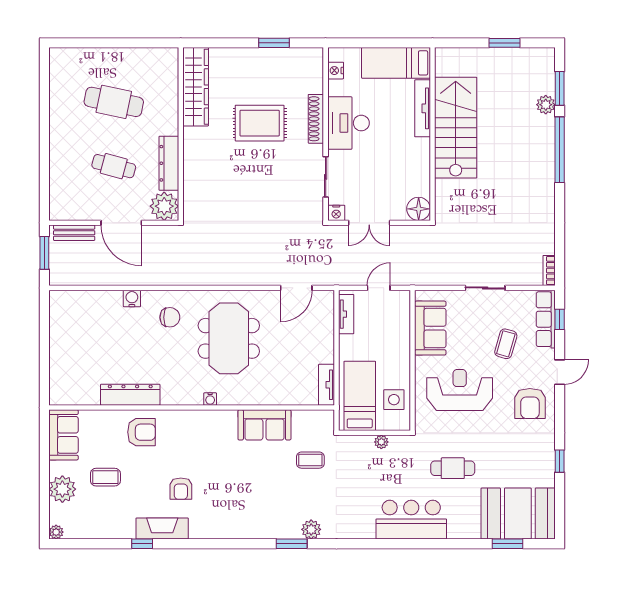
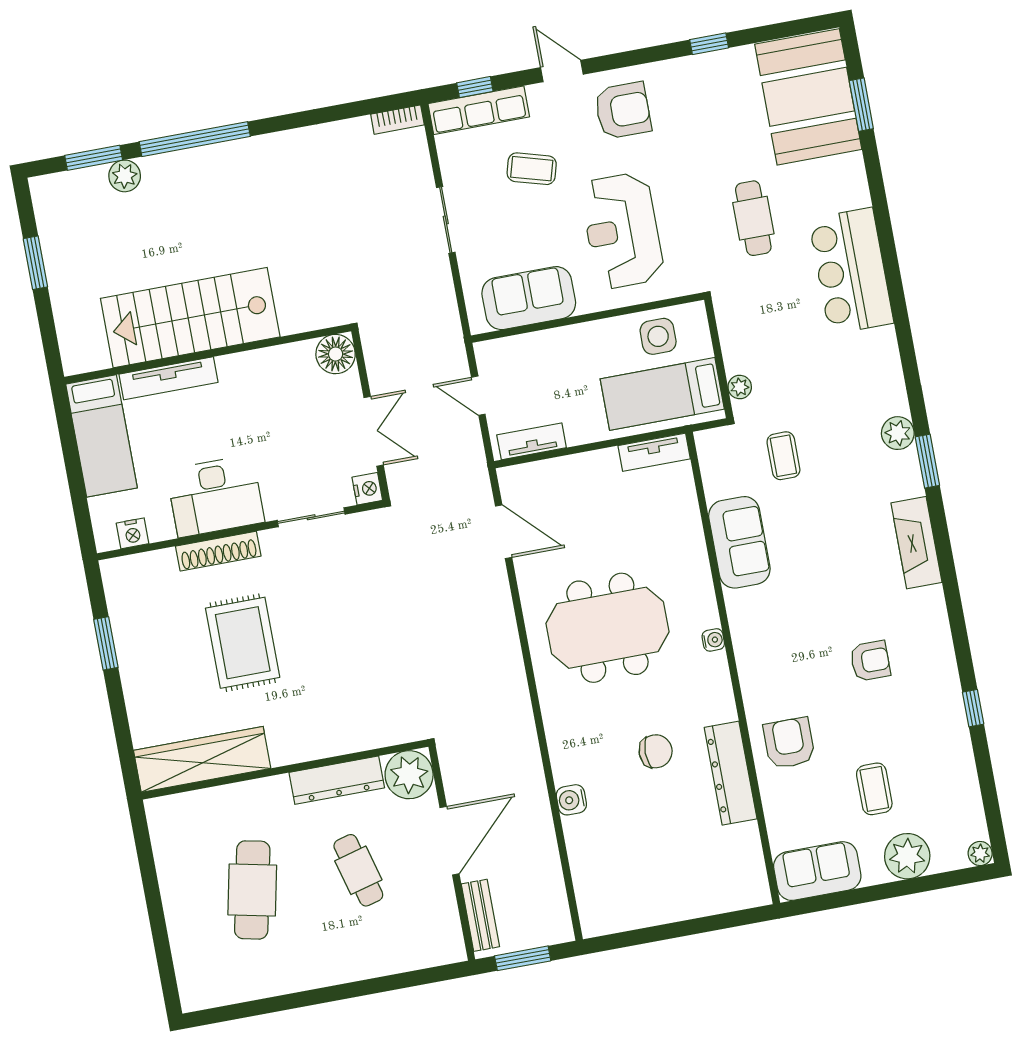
cafe table: (114, 166) -> (358, 870), turned -30
chair: (170, 317) -> (656, 751), moved, turned 90
plant: (381, 442) -> (740, 387), moved
fireplace: (162, 529) -> (916, 543), moved

